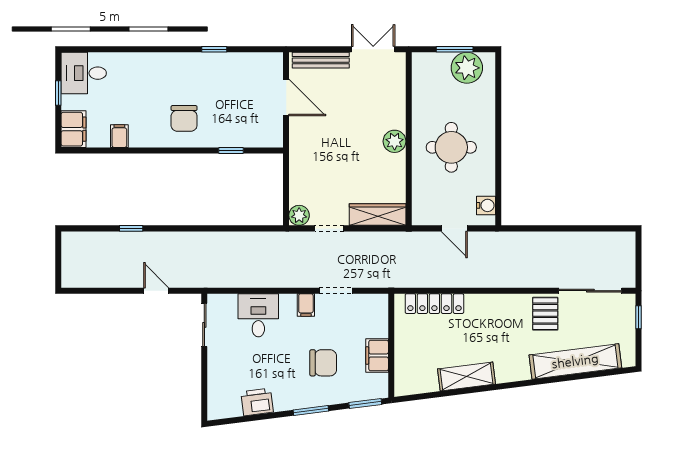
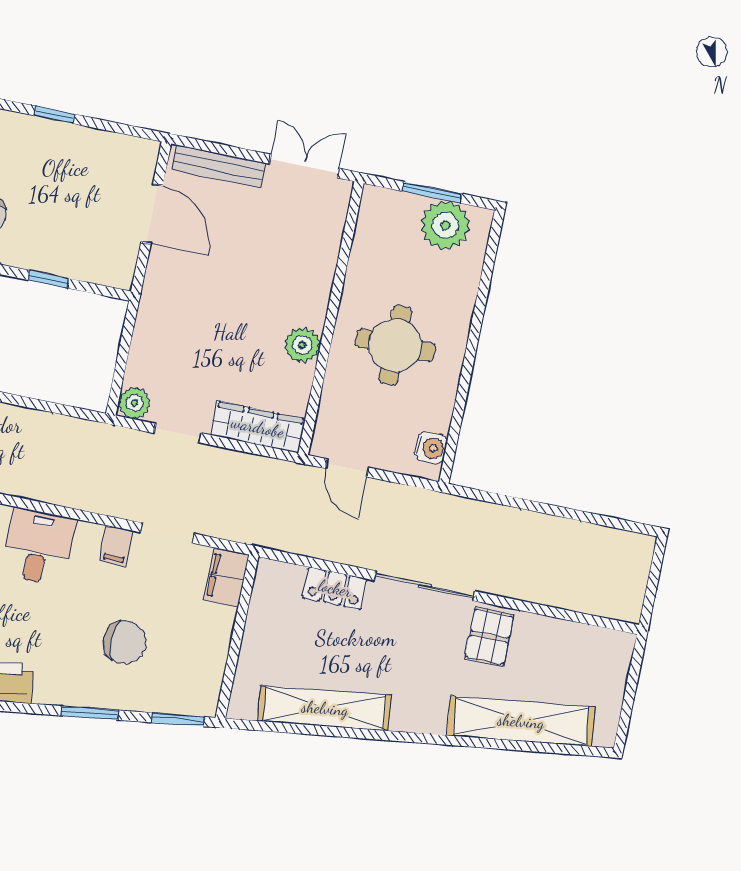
plant: (395, 141) -> (302, 345), moved
door: (454, 228) -> (347, 468), moved
sliding door: (590, 291) -> (425, 586), moved
locker: (434, 304) -> (335, 588), width x0.66
window: (638, 317) -> (634, 672), removed
filing cabinet: (377, 355) -> (226, 577), moved
shelving: (467, 377) -> (325, 708), width x1.47

